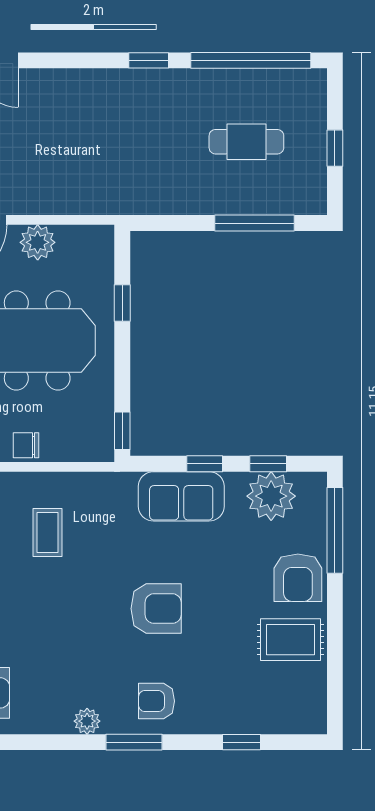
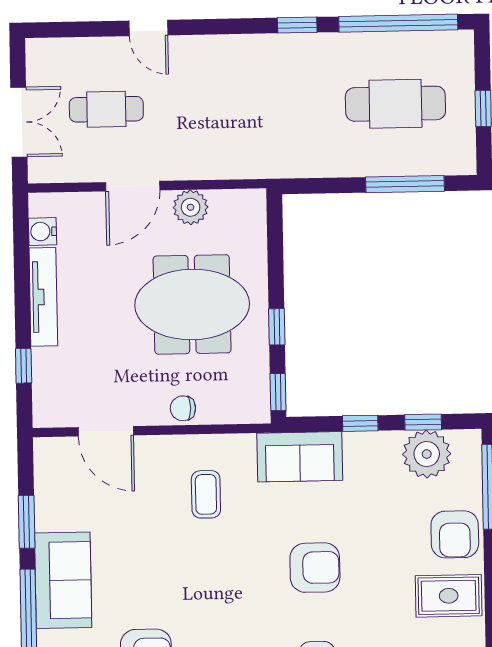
cafe table: (246, 142) -> (395, 104), width x1.37, depth x1.35
window: (122, 303) -> (277, 327), moved
sofa: (181, 496) -> (300, 457), moved

